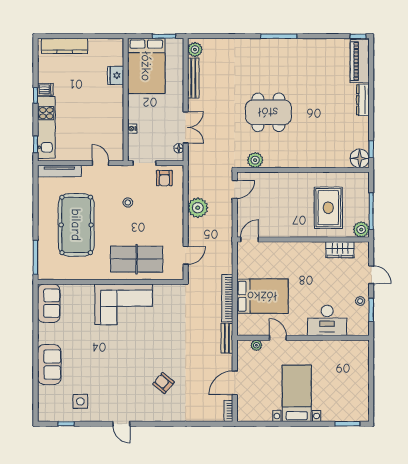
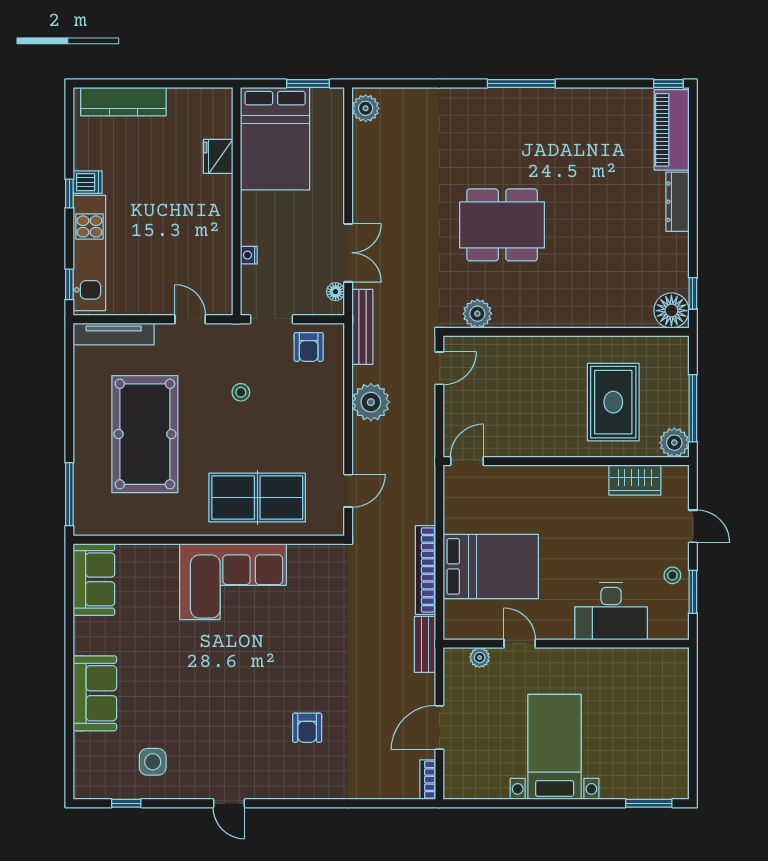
bench: (193, 78) -> (362, 327), moved
armchair: (163, 383) -> (307, 728), turned -130

